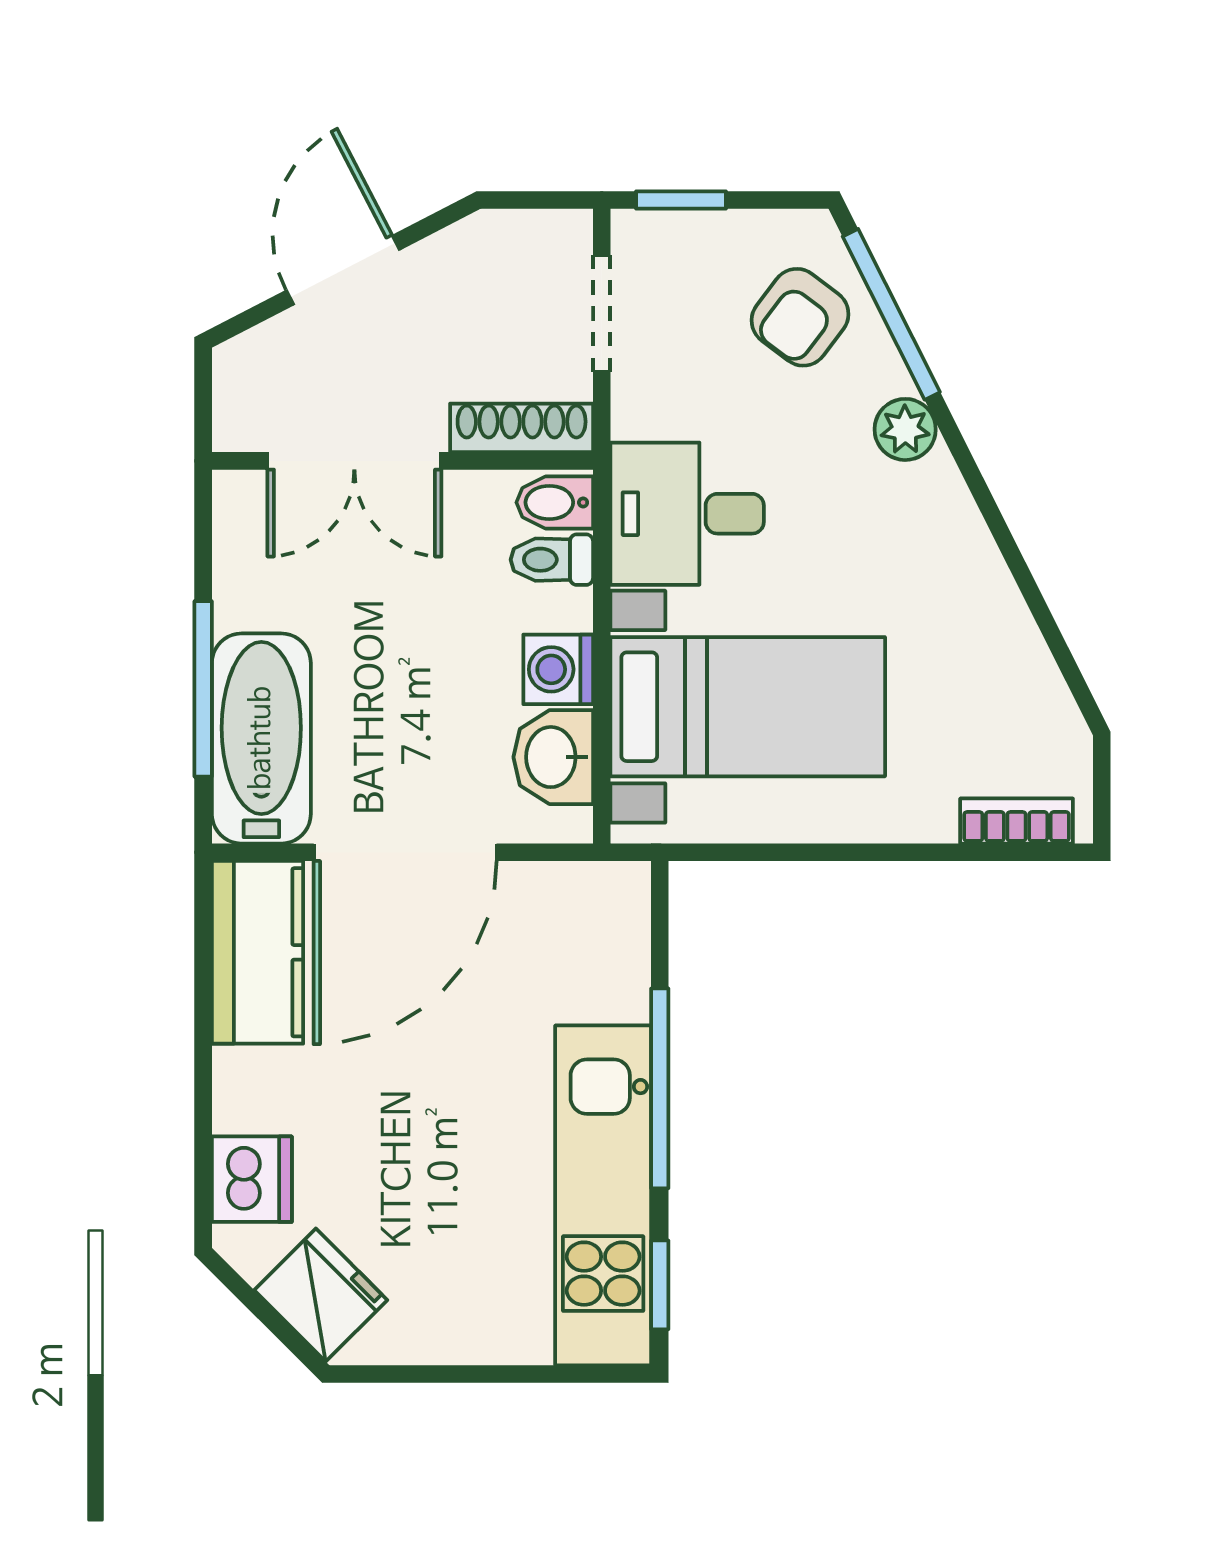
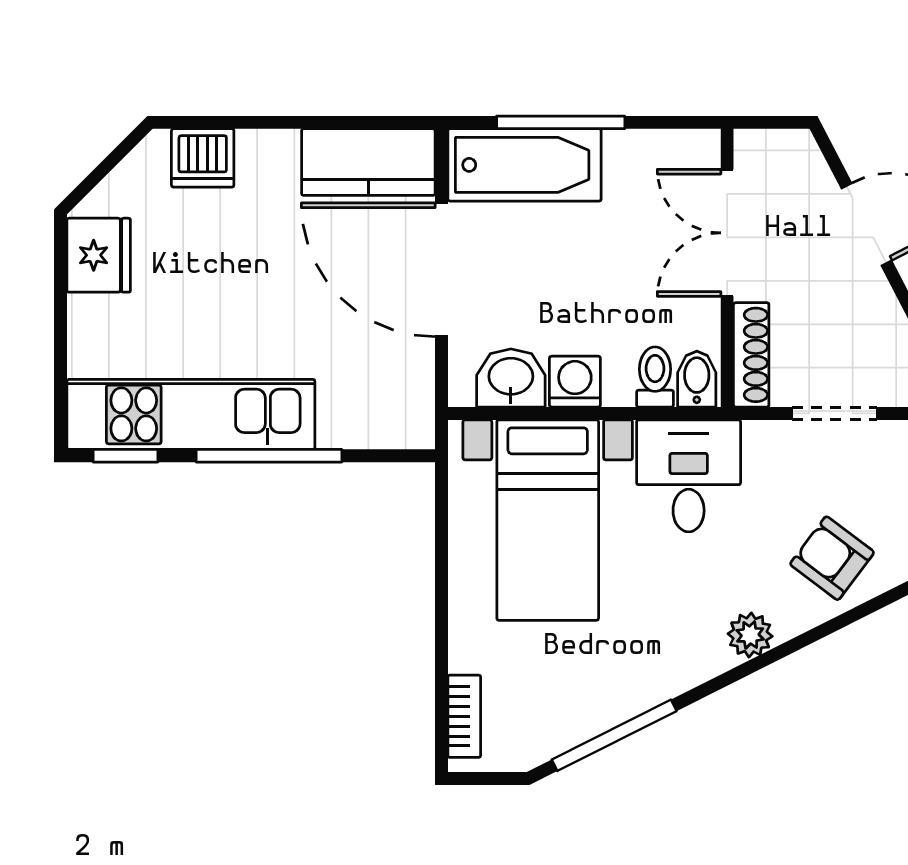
window: (891, 314) -> (614, 735), moved
fridge: (321, 1295) -> (99, 255), moved, turned -45

